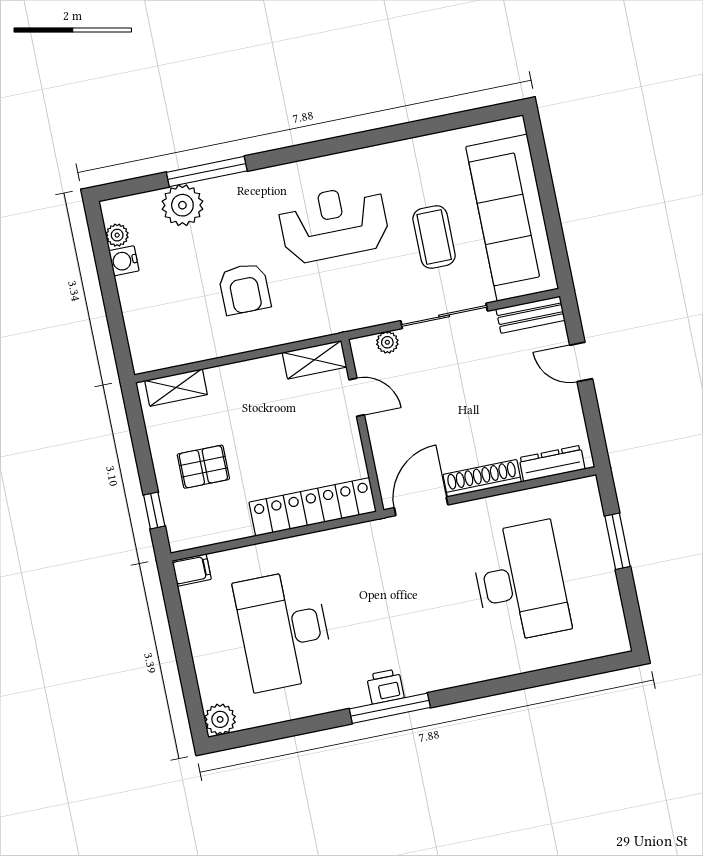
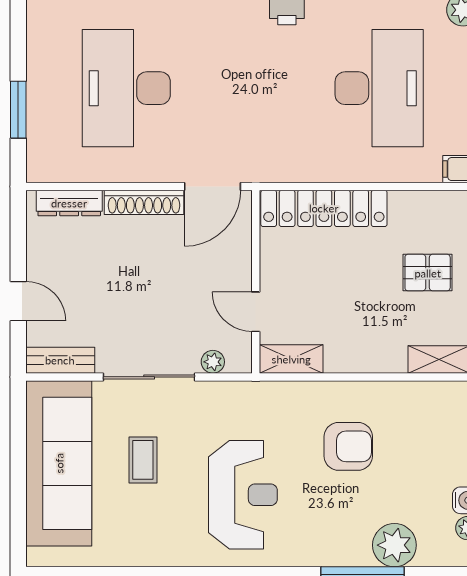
reception desk: (334, 224) -> (243, 495), turned -90
coffee table: (434, 237) -> (143, 460), width x0.73, depth x0.77
armchair: (244, 289) -> (348, 446), turned 90

